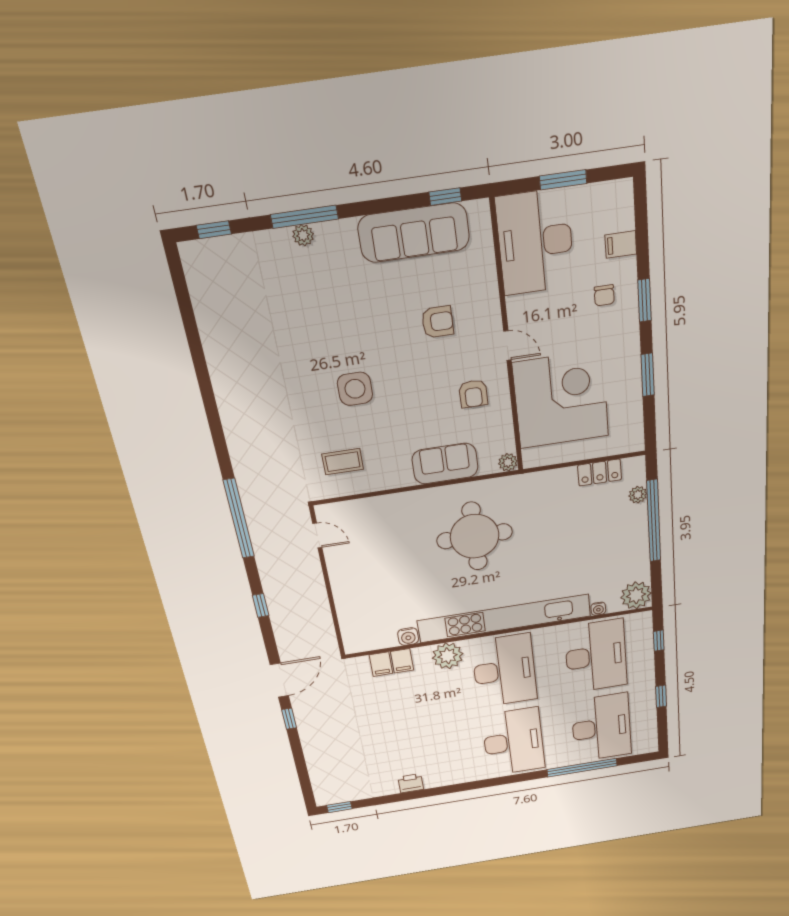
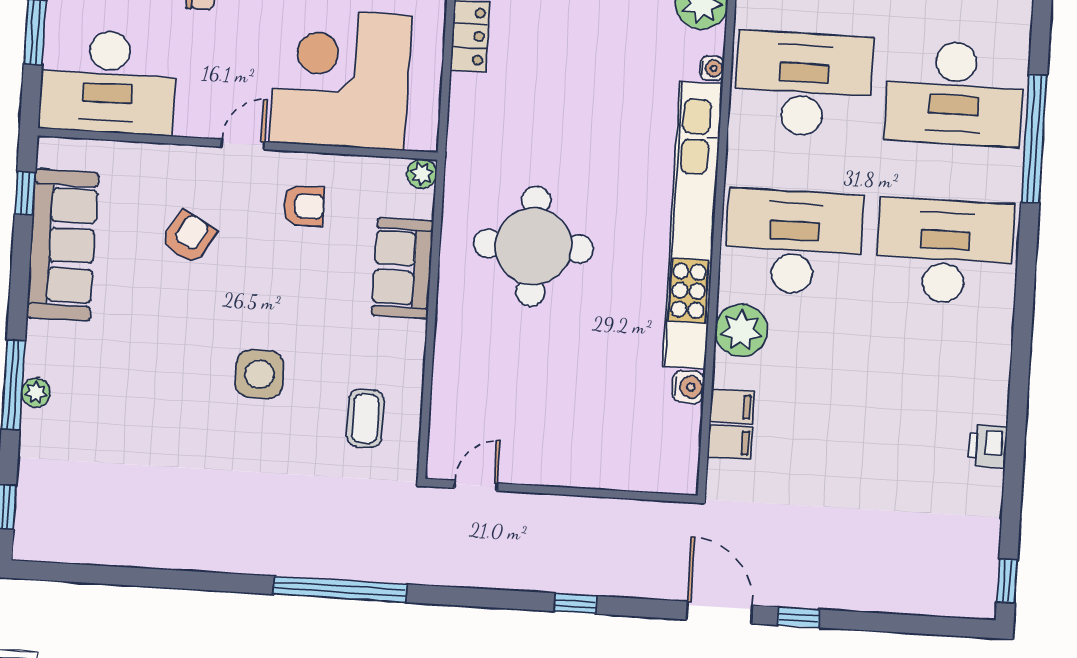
armchair: (438, 322) -> (189, 237), turned 31
window: (239, 519) -> (340, 589), moved
desk: (601, 728) -> (954, 93), turned 180

